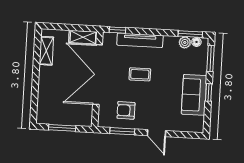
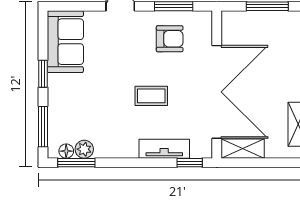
tv unit: (140, 40) -> (164, 149), width x0.71
sofa: (194, 95) -> (65, 42), moved

